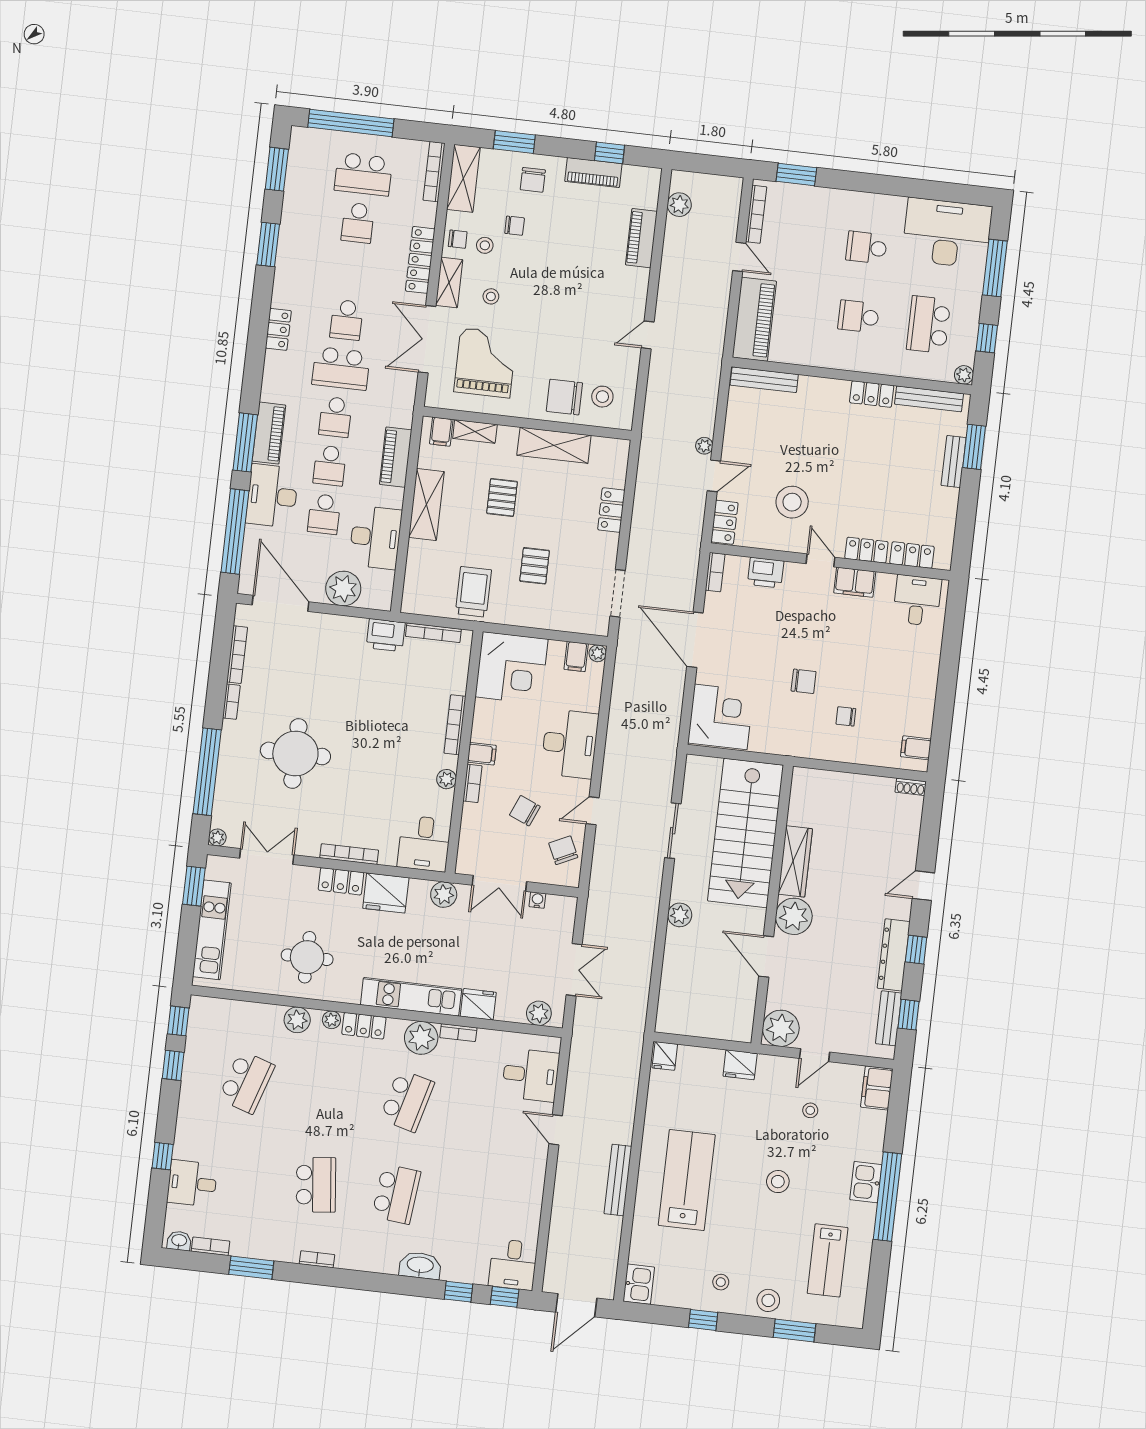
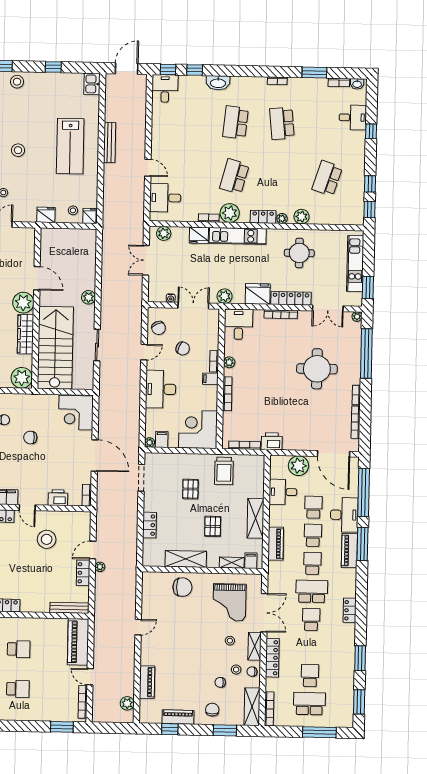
window: (351, 123) -> (319, 732), width x0.68
stool: (602, 397) -> (161, 589), removed
locker: (724, 522) -> (83, 573), moved
desk: (375, 537) -> (283, 492), width x0.73
locker: (341, 881) -> (291, 298), width x1.53
plant: (781, 1028) -> (22, 378), moved
stool: (721, 1282) -> (73, 210), moved

